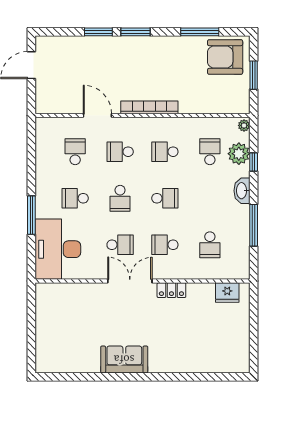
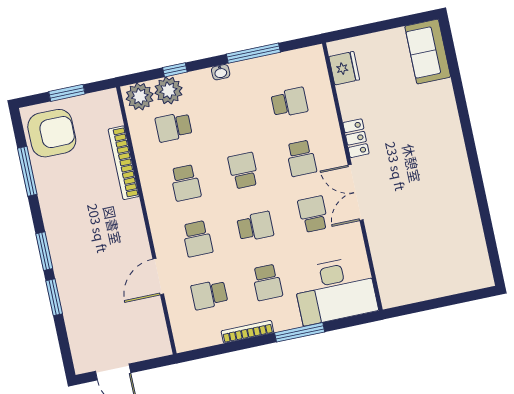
armchair: (225, 57) -> (52, 133), turned -90
bookcase: (149, 107) -> (124, 163), moved
plant: (244, 125) -> (140, 96), width x1.87, depth x1.87
bookcase: (40, 175) -> (247, 332), added
washbasin: (242, 191) -> (221, 72), width x0.52, depth x0.69
sofa: (124, 359) -> (428, 52), moved

